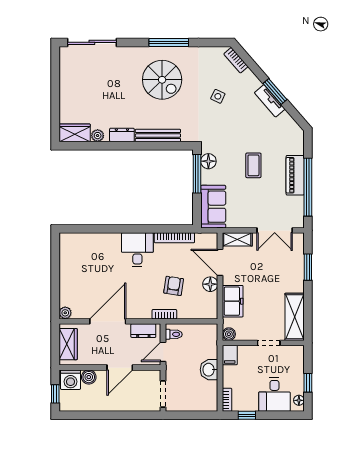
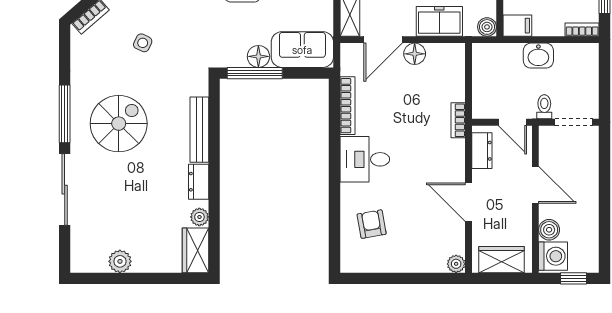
sliding door: (92, 42) -> (65, 190), moved
plant: (67, 81) -> (120, 261), added
floor lamp: (208, 161) -> (258, 56), moved
armchair: (174, 286) -> (372, 224), moved, turned 71
door: (108, 321) -> (468, 202), width x0.73
toilet: (174, 334) -> (544, 107), moved

